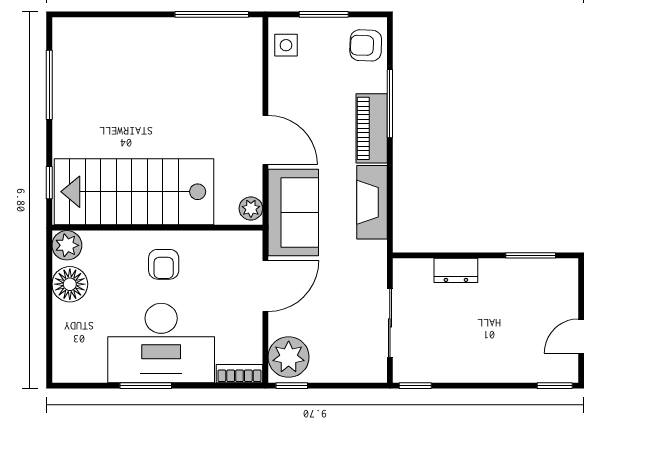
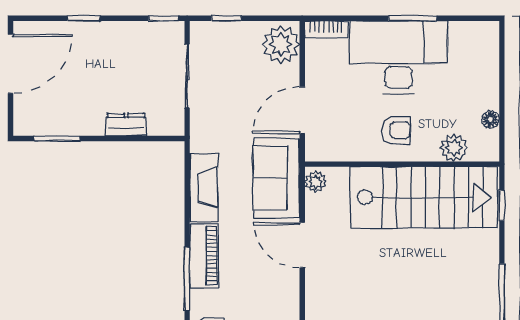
plant: (67, 245) -> (454, 148), moved
armchair: (164, 264) -> (396, 130), turned 90
floor lamp: (70, 284) -> (491, 120), width x0.53, depth x0.53
door: (581, 336) -> (10, 64), width x1.88
window: (292, 386) -> (226, 18), moved
window: (555, 386) -> (84, 18), moved

